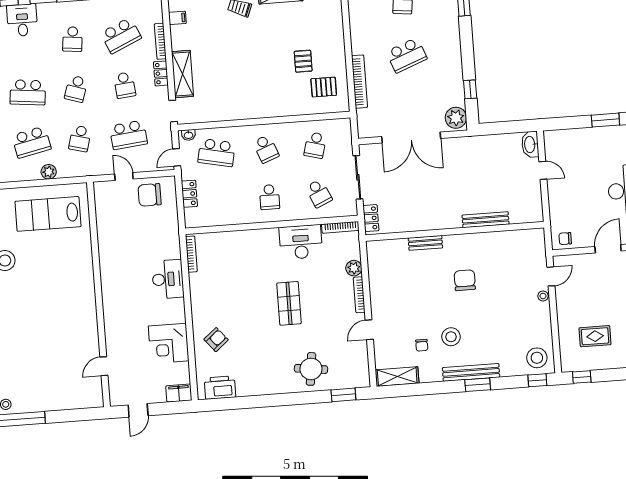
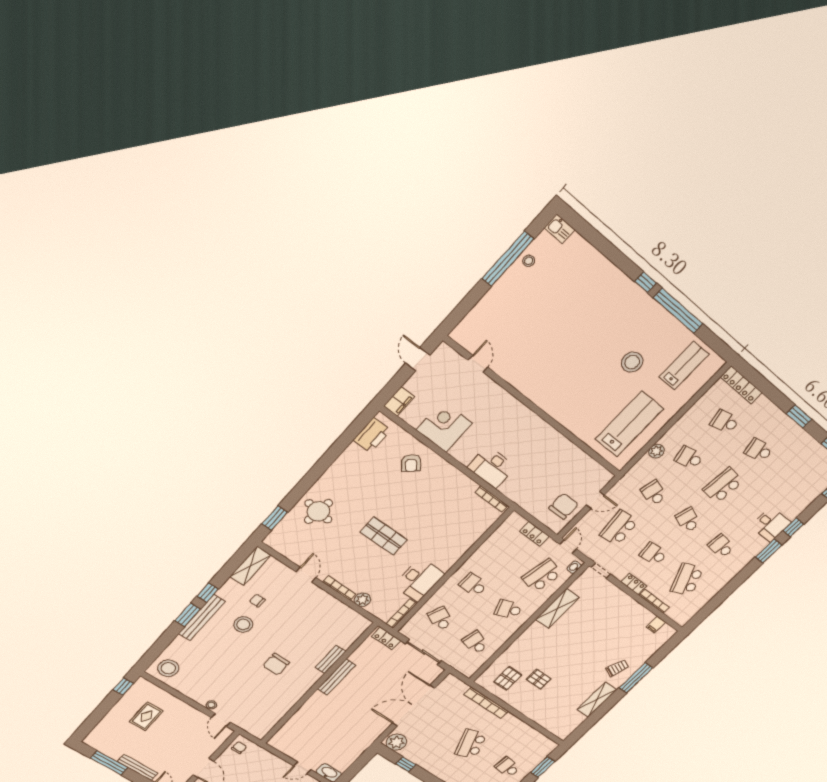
shelving: (183, 74) -> (558, 608), moved, turned 90
school desk: (32, 142) -> (689, 458), width x0.54
school desk: (319, 193) -> (440, 619), turned 48
bench: (485, 220) -> (337, 677), moved
chair: (465, 280) -> (276, 664), turned 90
window: (537, 380) -> (208, 593), moved

